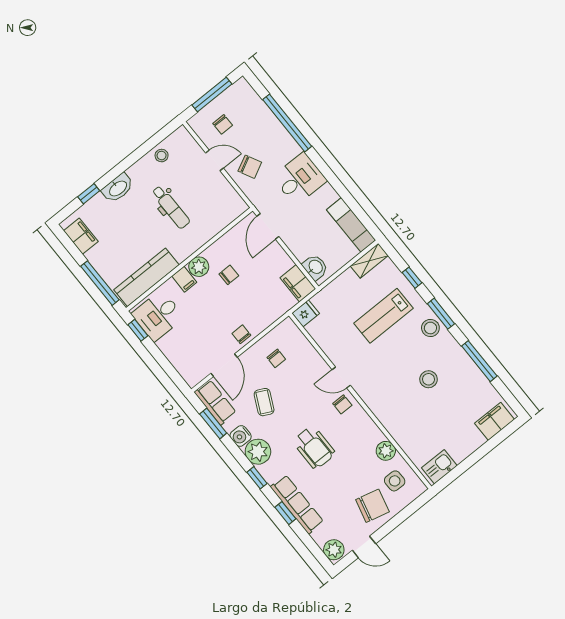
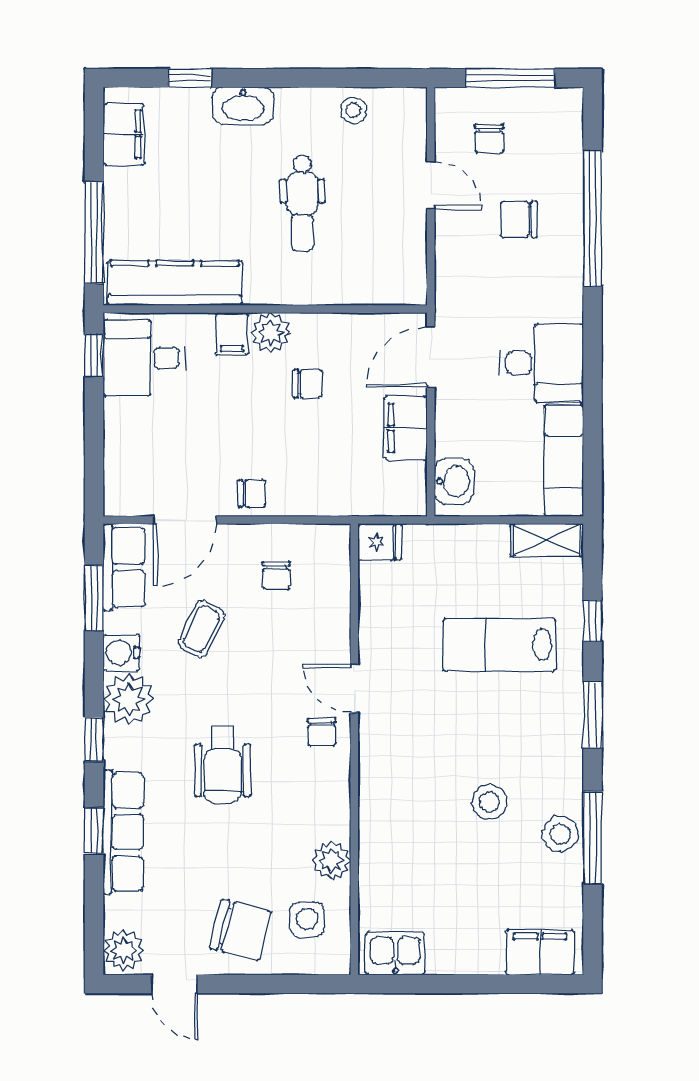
chair: (250, 167) -> (519, 219), moved, turned 117
desk: (300, 179) -> (541, 363), moved
filing cabinet: (298, 283) -> (406, 428), moved
stool: (430, 328) -> (560, 834), moved
chair: (241, 334) -> (252, 493), turned 90

